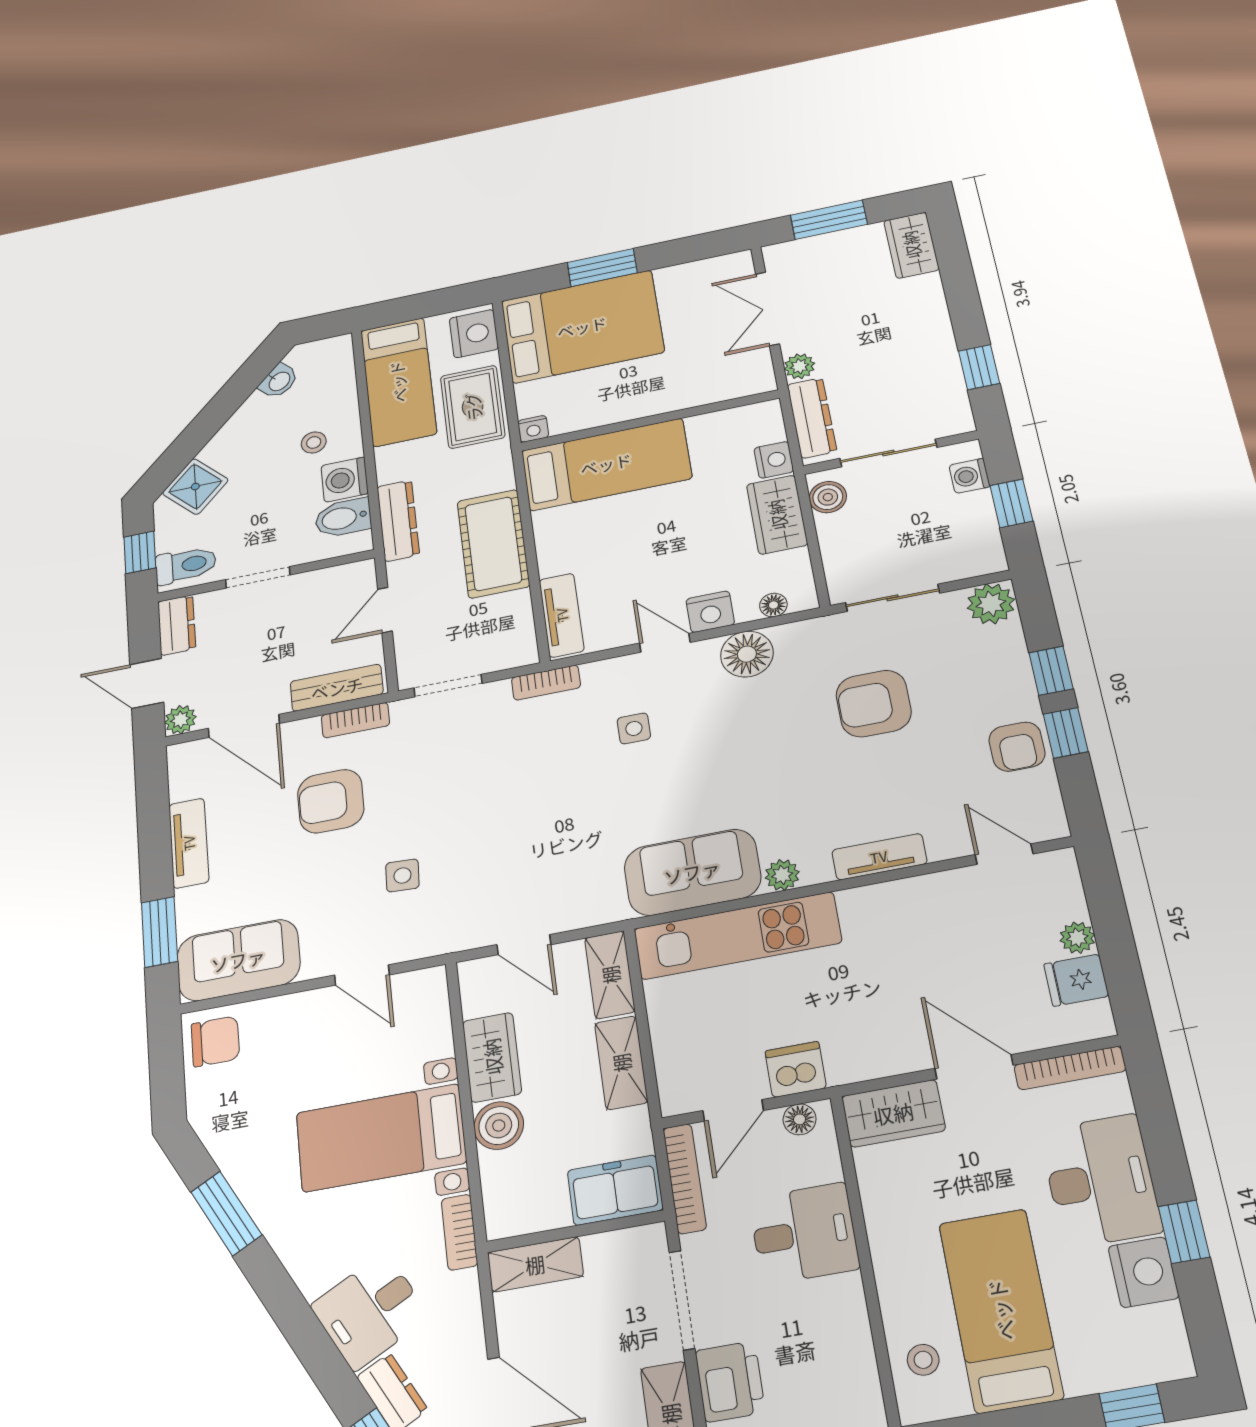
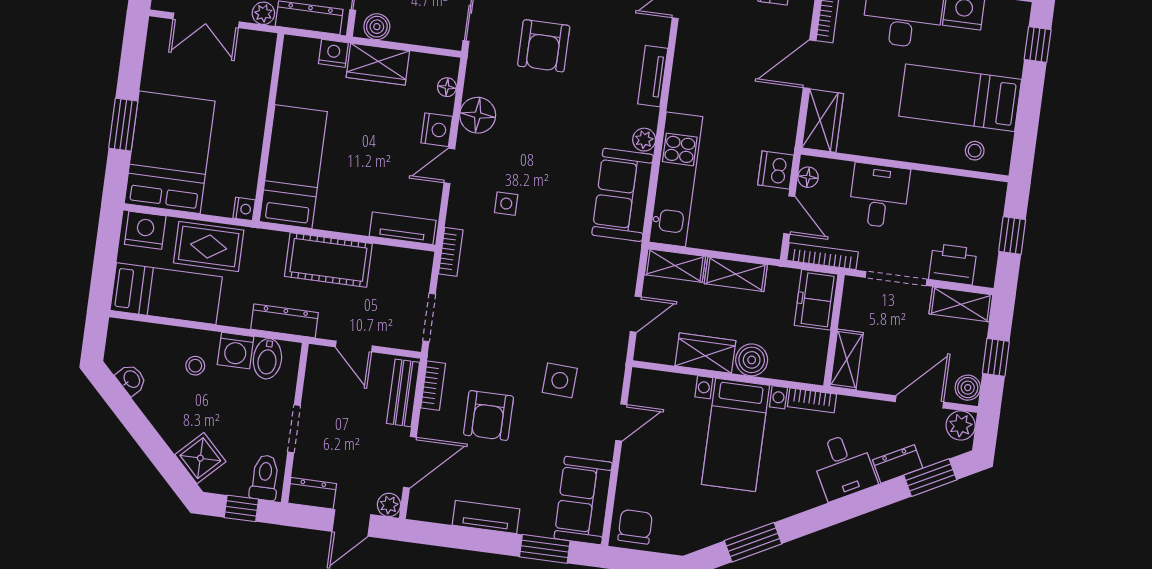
side table: (402, 875) -> (560, 380), width x1.37, depth x1.37

